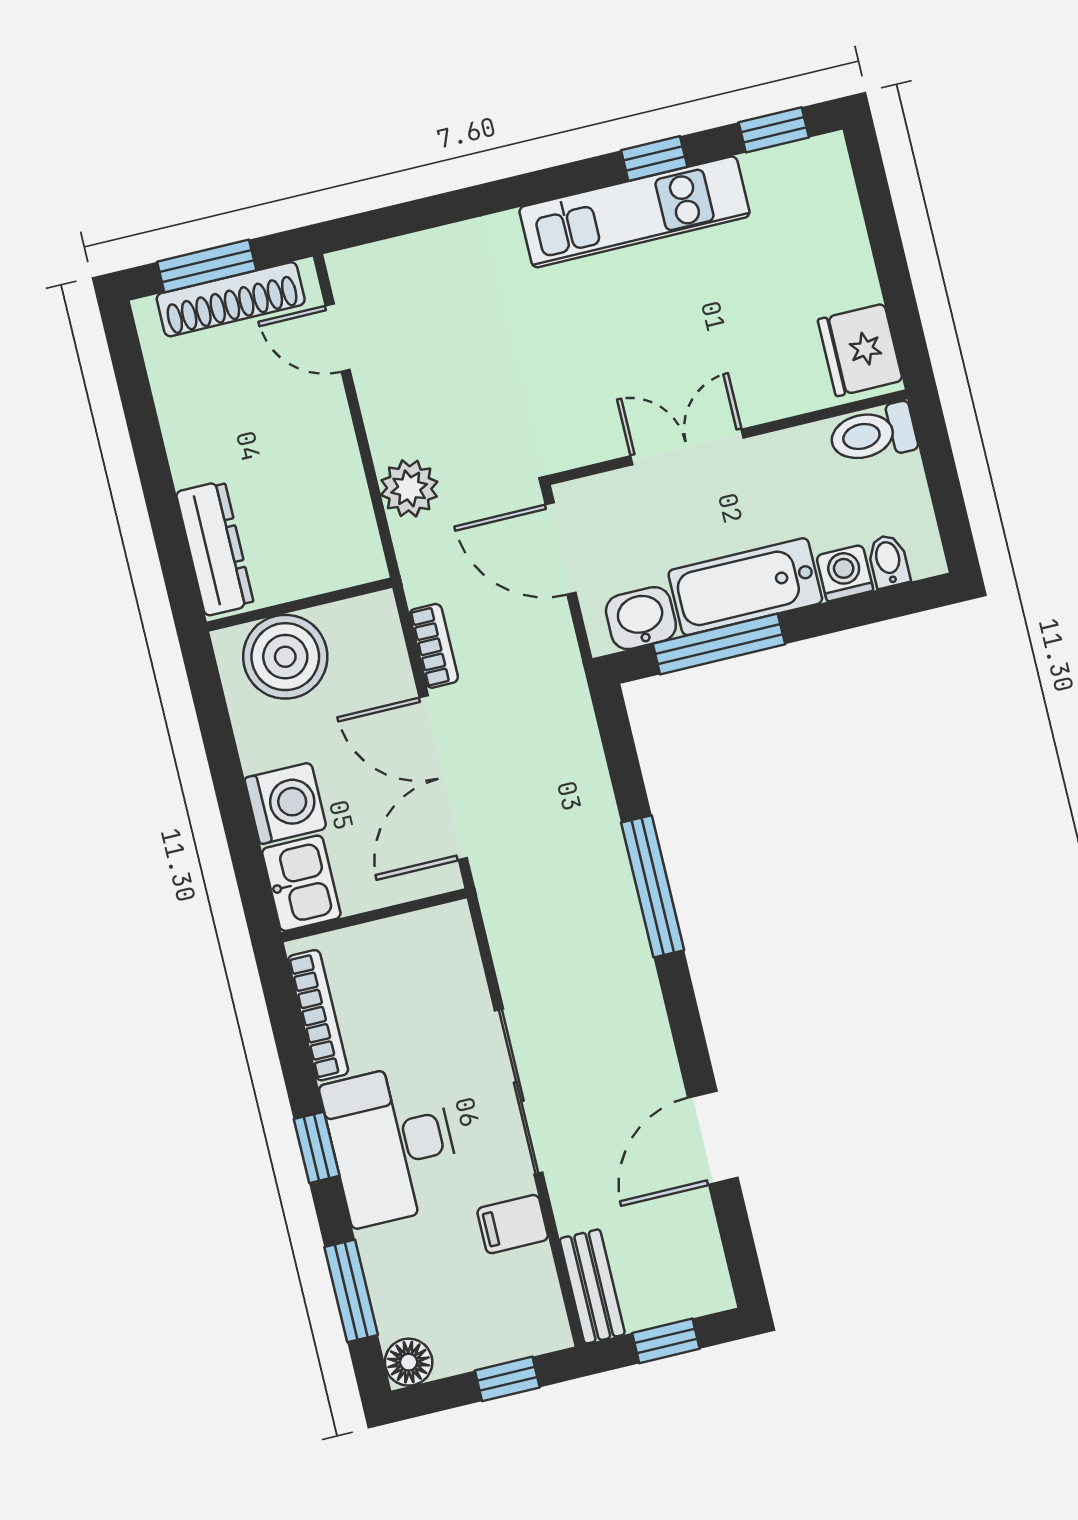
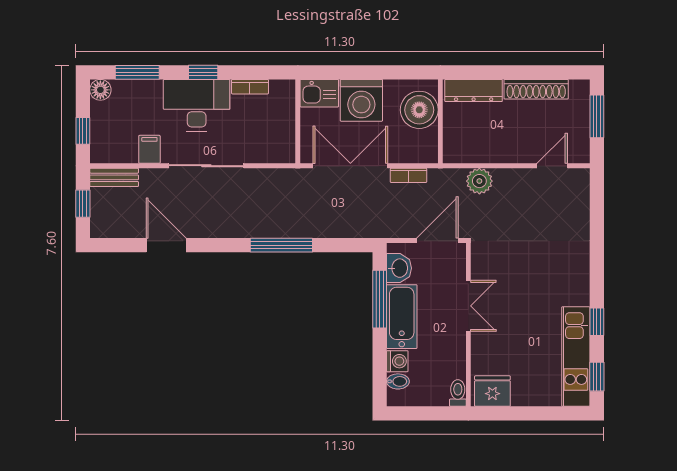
kitchen unit: (634, 212) -> (576, 357), moved
shoe rack: (231, 299) -> (536, 89), moved, turned -90
toilet: (873, 434) -> (458, 393), width x0.73, depth x0.72
washing machine: (286, 803) -> (361, 100), width x1.37, depth x1.37
bookcase: (318, 1015) -> (250, 87), width x0.64

